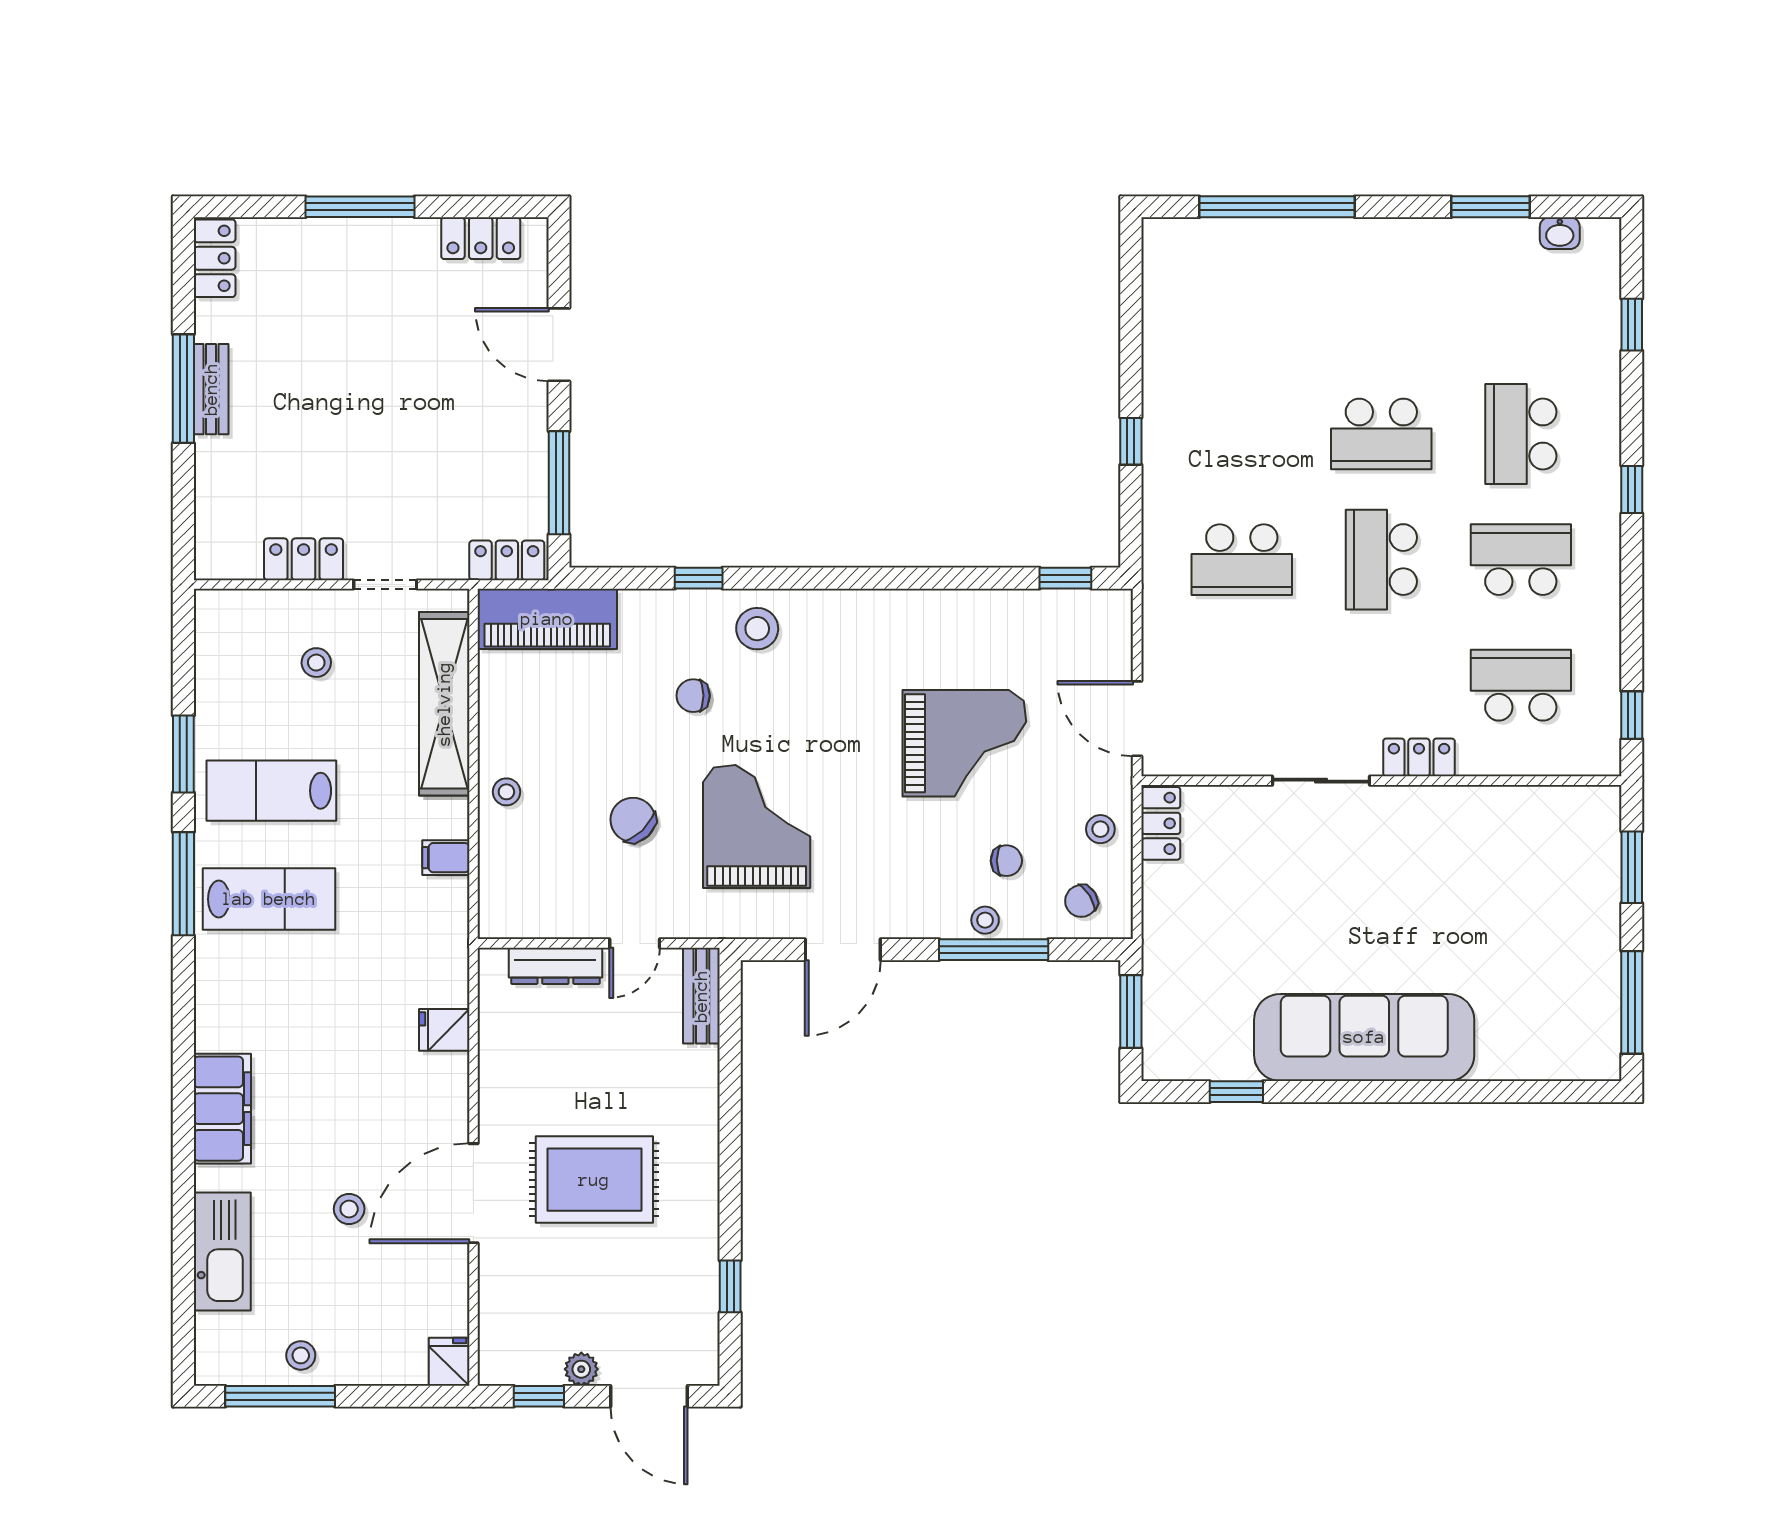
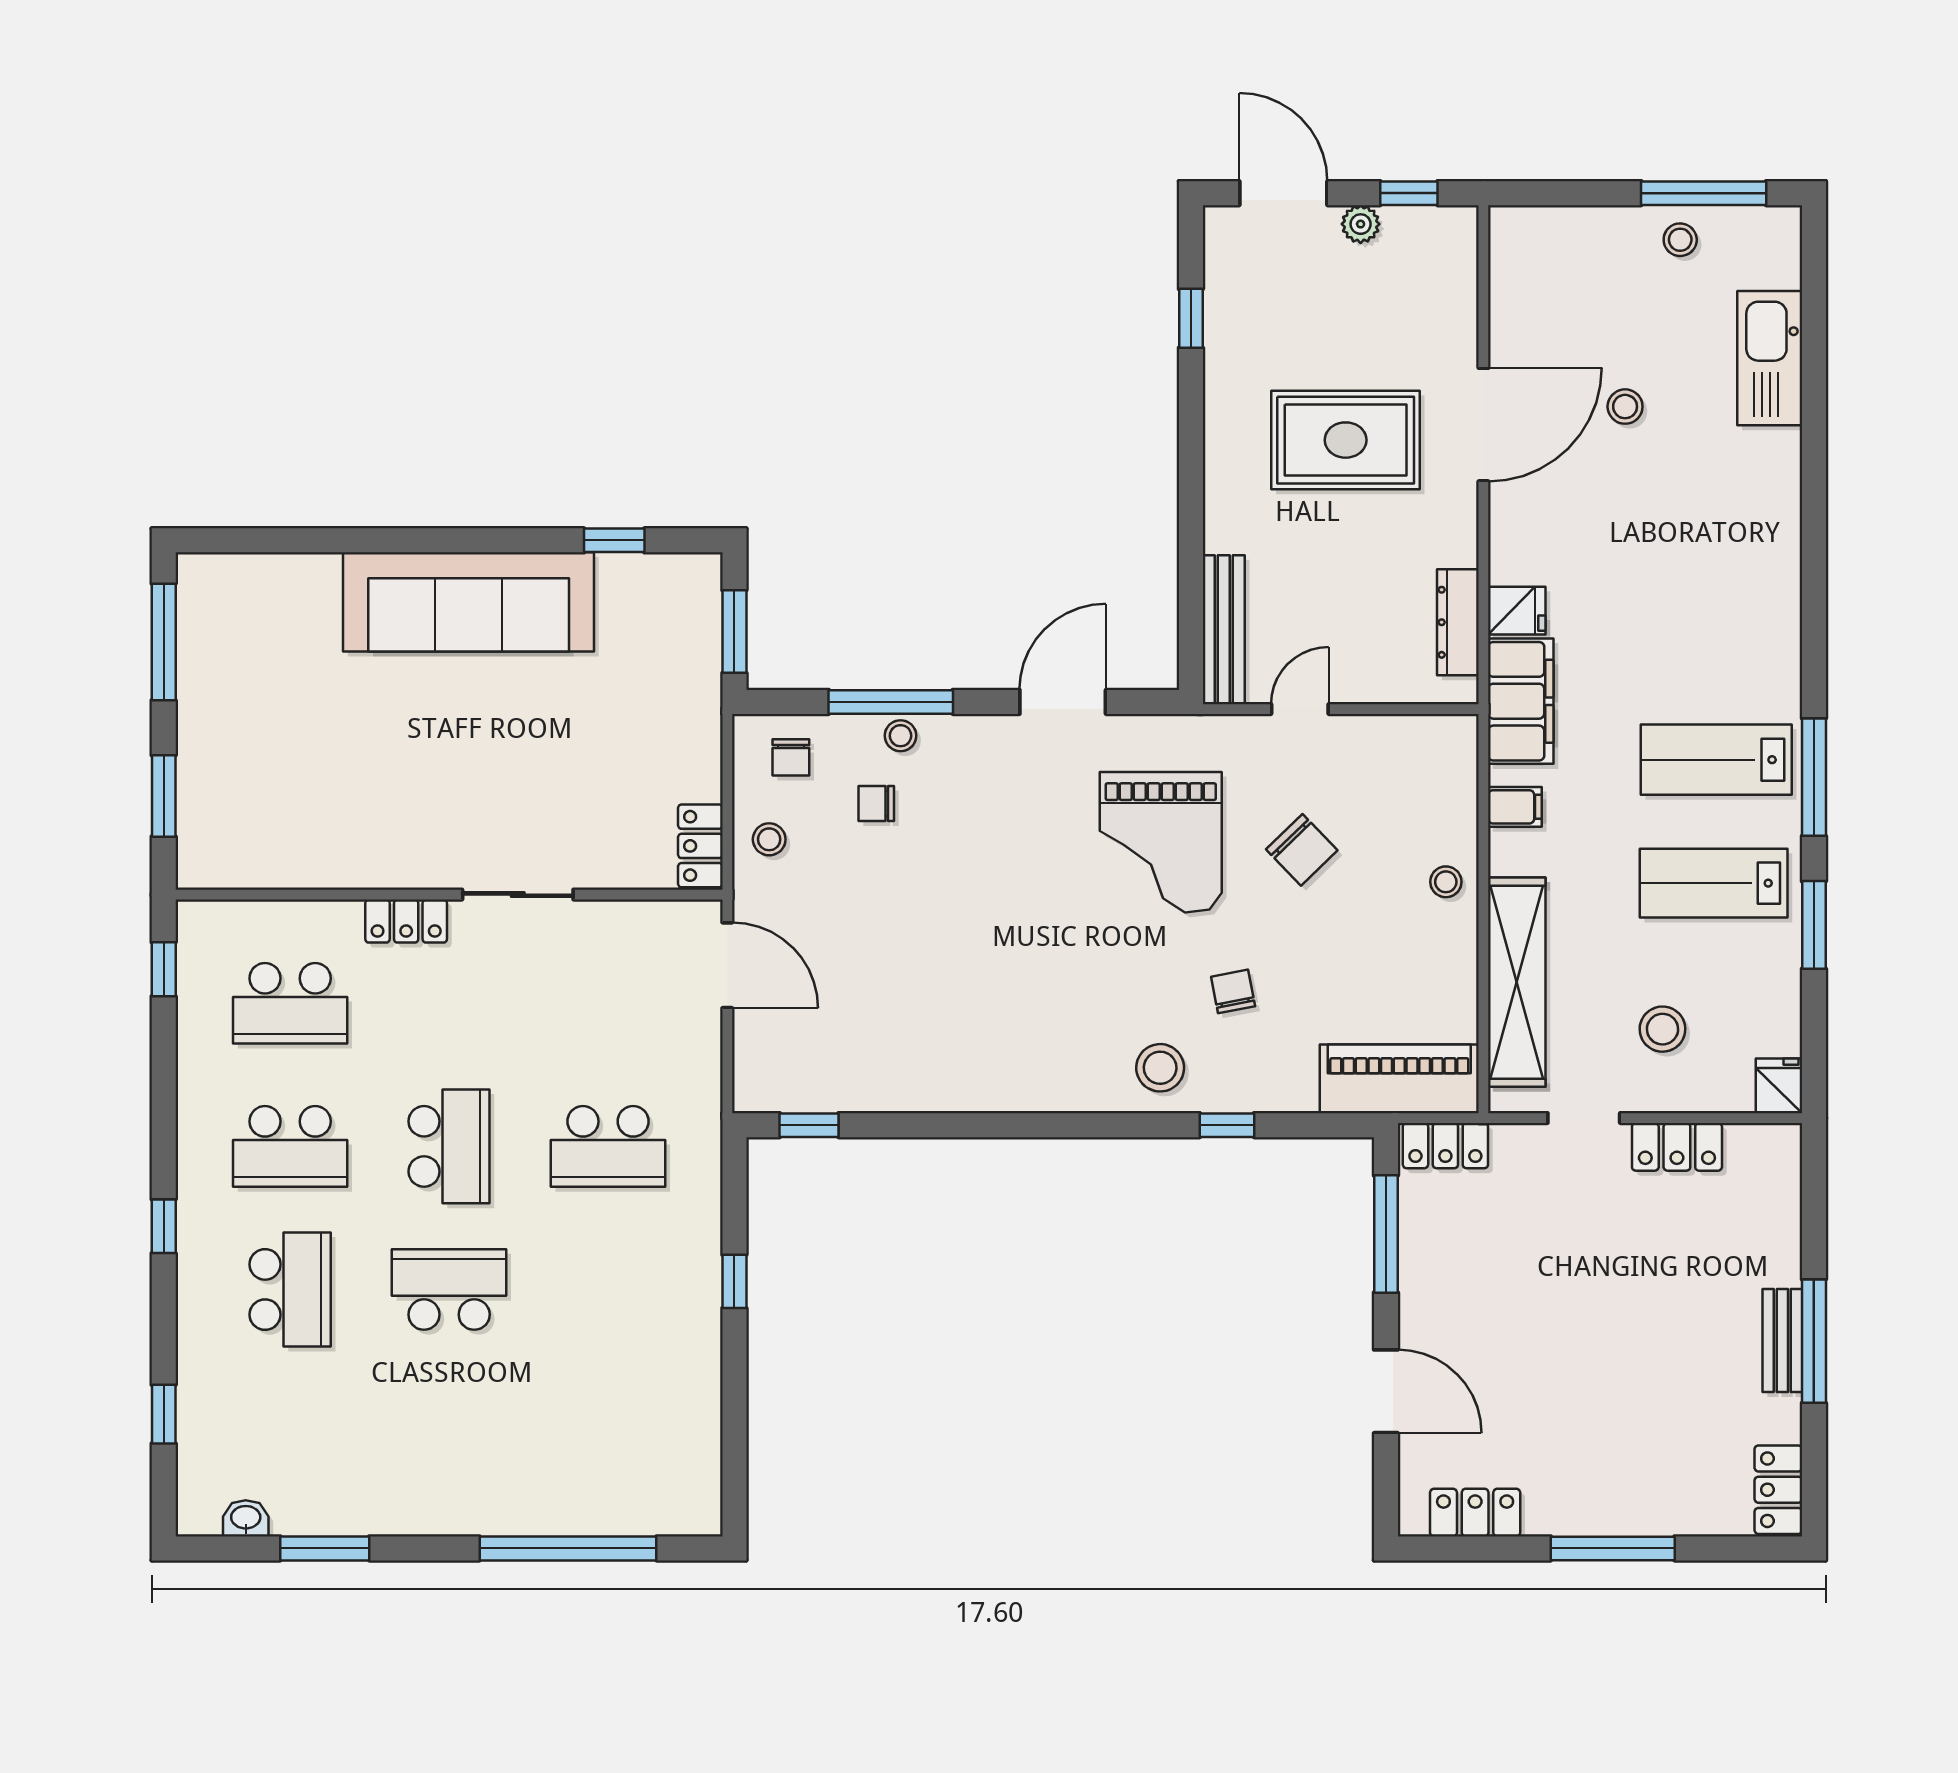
school desk: (1242, 560) -> (608, 1146), turned 180
stool: (316, 663) -> (1662, 1029), width x1.37, depth x1.37
chair: (693, 696) -> (1233, 991), turned -101
grand piano: (964, 743) -> (924, 937), removed
lab bench: (271, 791) -> (1714, 883), turned 180
chair: (1081, 901) -> (791, 757), turned 122
dresser: (555, 966) -> (1458, 622), moved, turned -90
bench: (701, 996) -> (1224, 630), width x1.36
filing cabinet: (222, 1109) -> (1521, 701), moved, turned 180
fridge: (449, 1362) -> (1779, 1086), moved, turned 180

